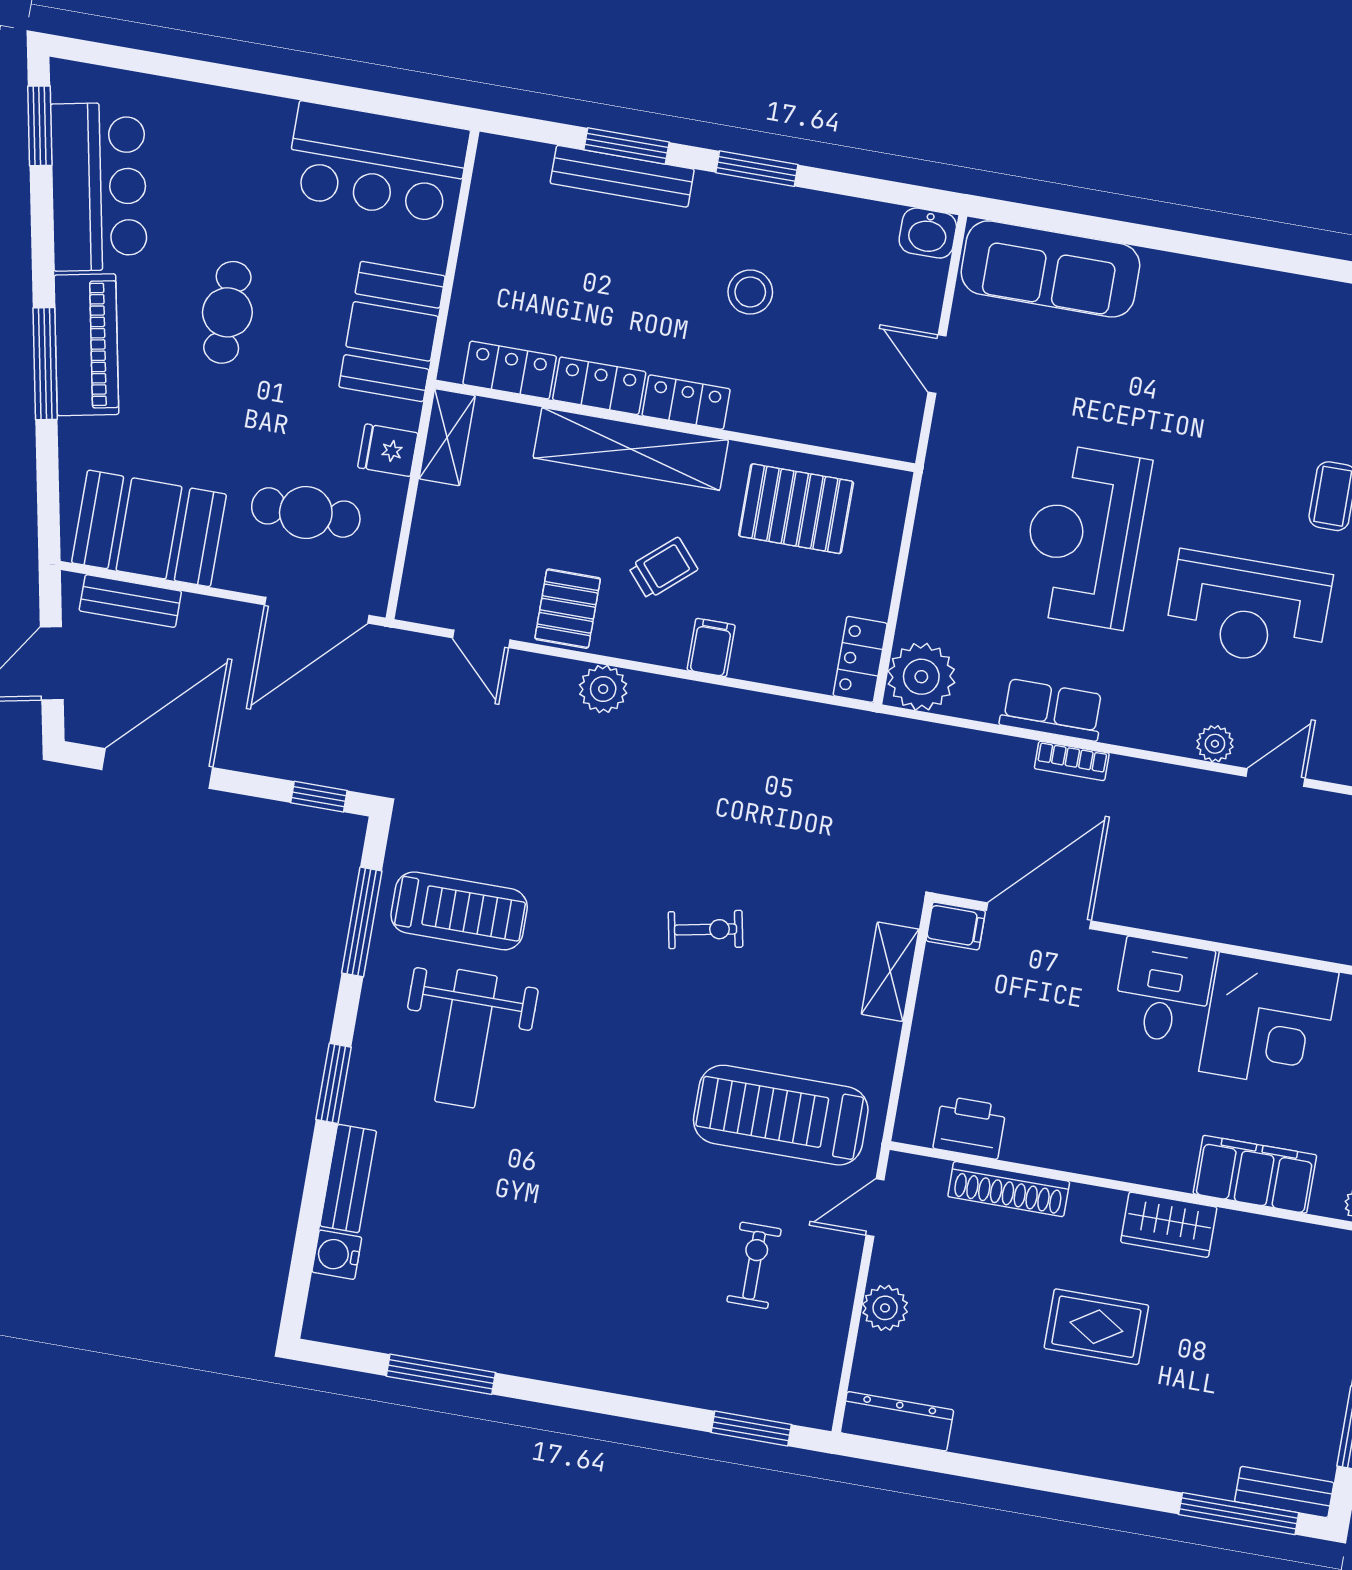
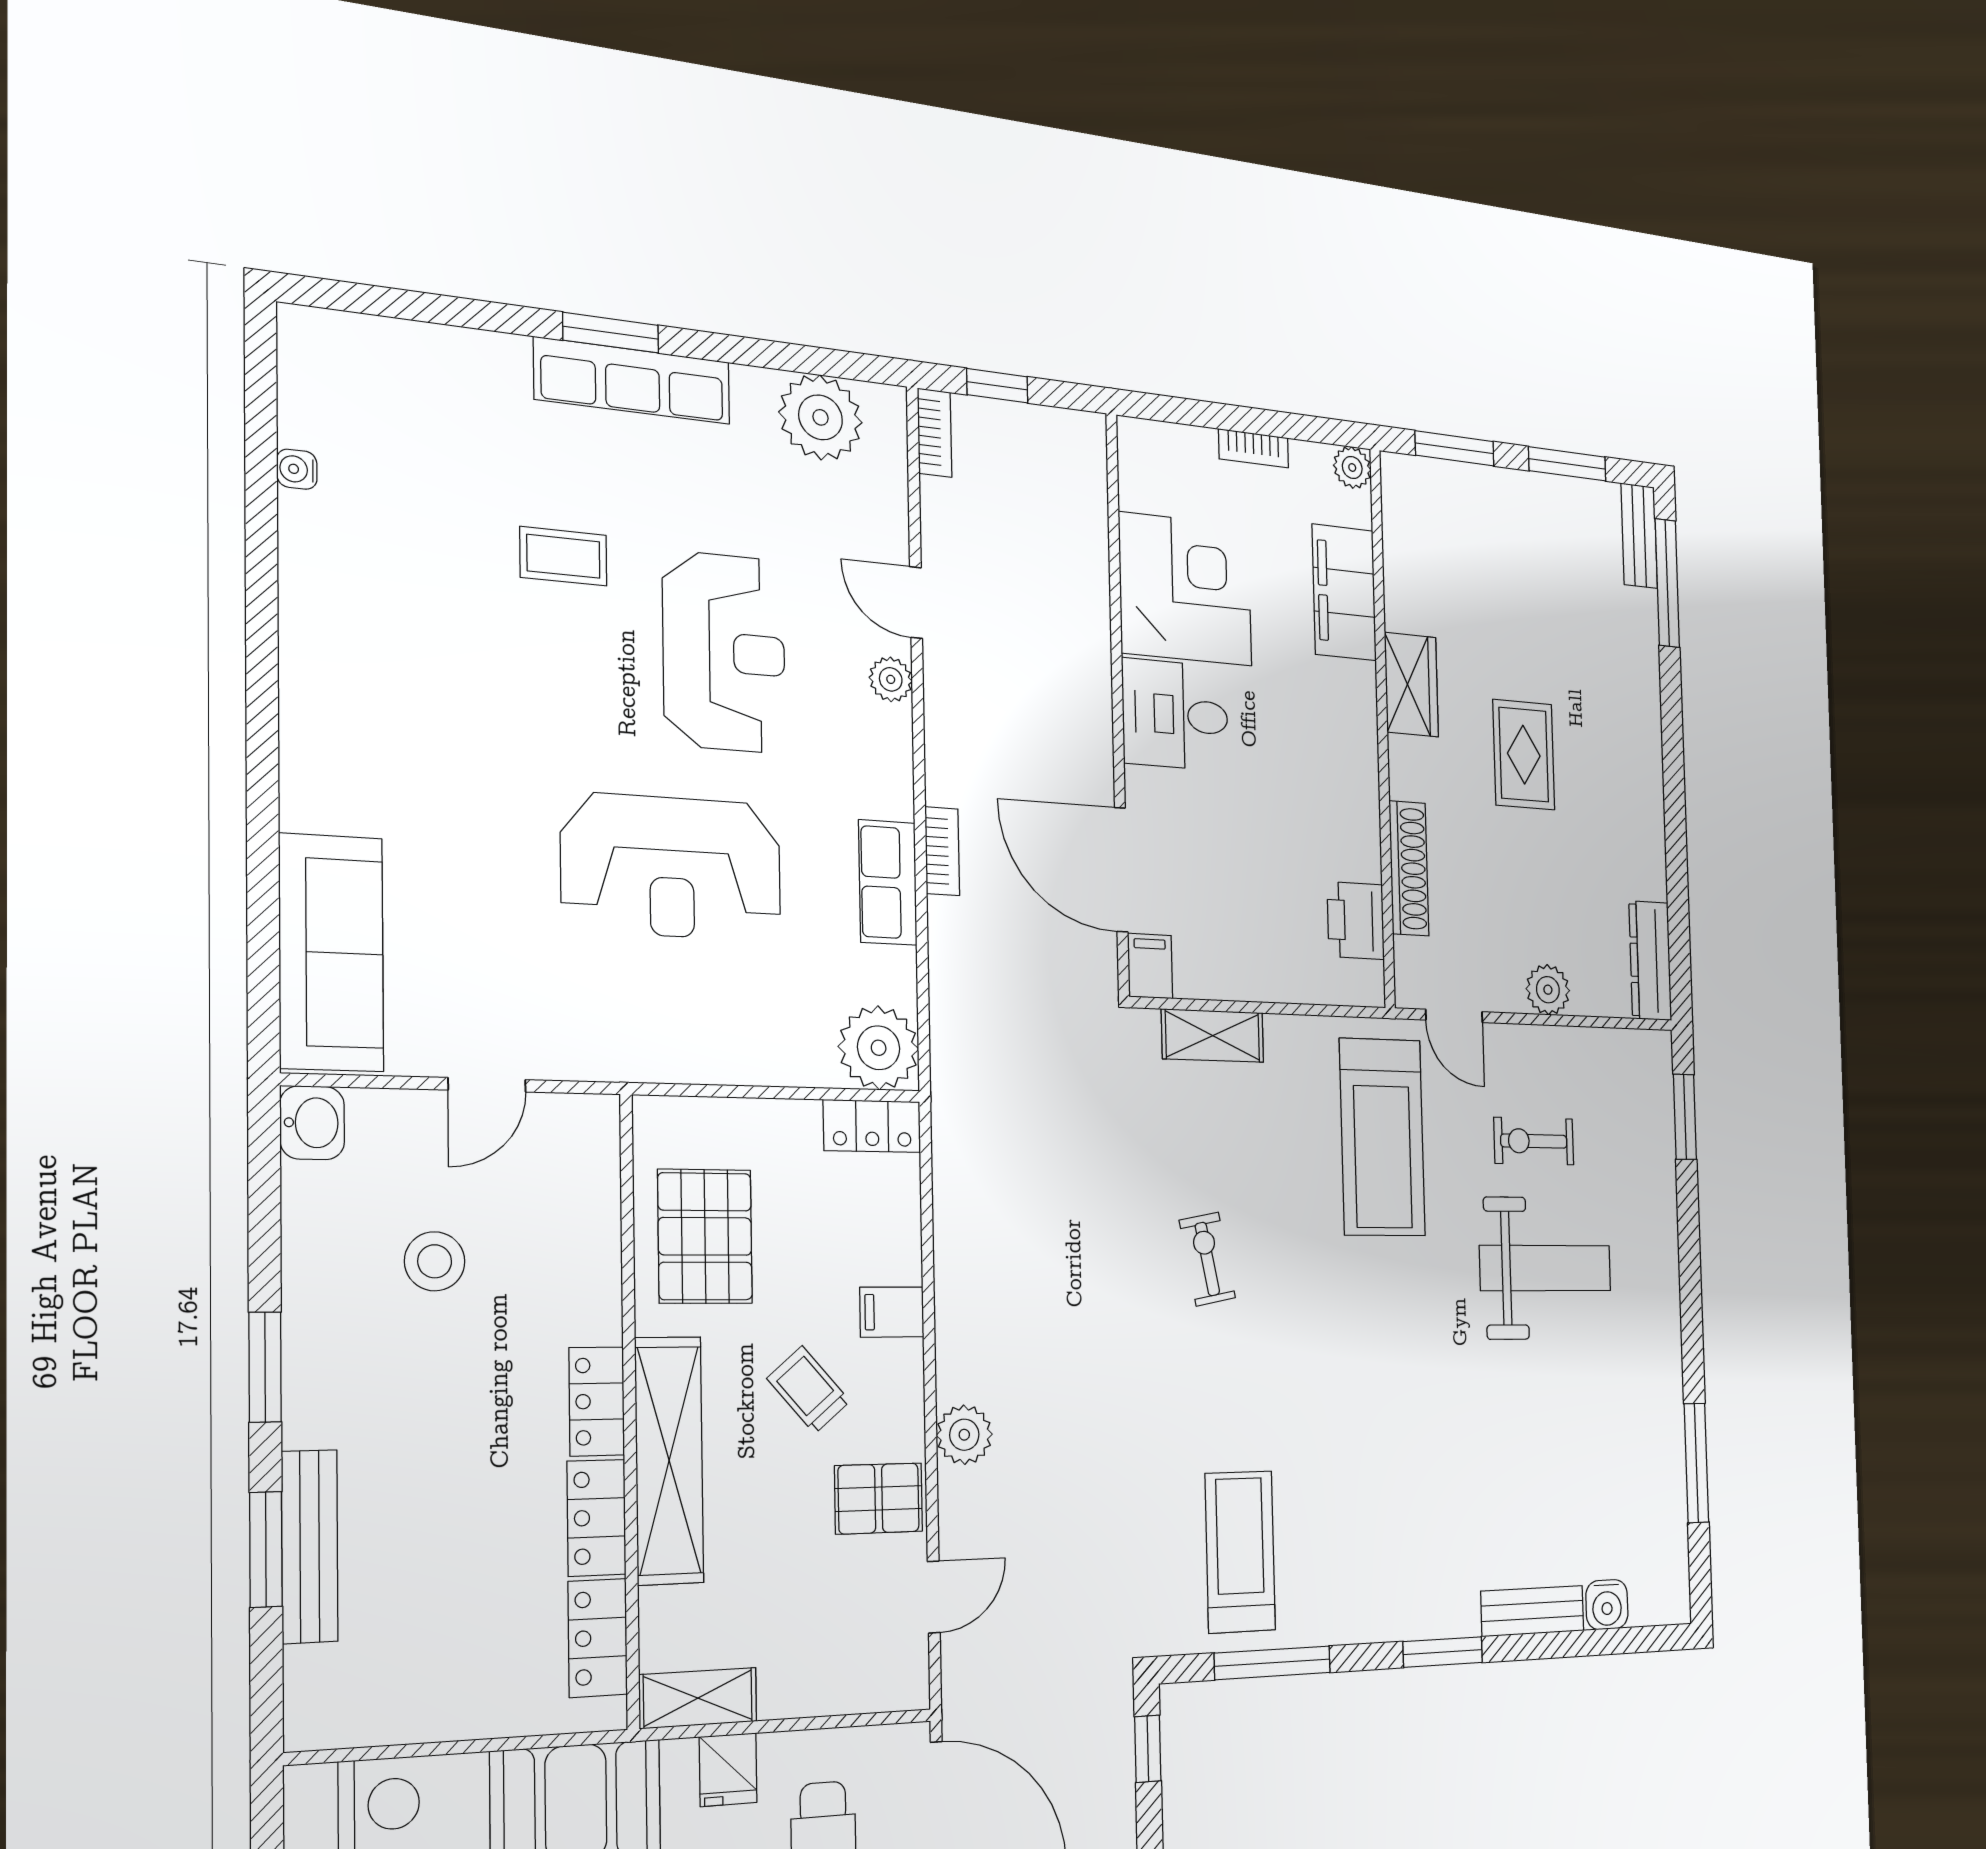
stool: (750, 292) -> (435, 1261), moved
weight bench: (466, 1039) -> (1546, 1268), moved

